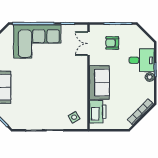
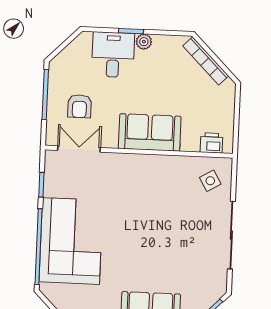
double door: (88, 44) -> (79, 149), swing flipped
printer: (98, 112) -> (211, 143), width x0.53, depth x0.68

